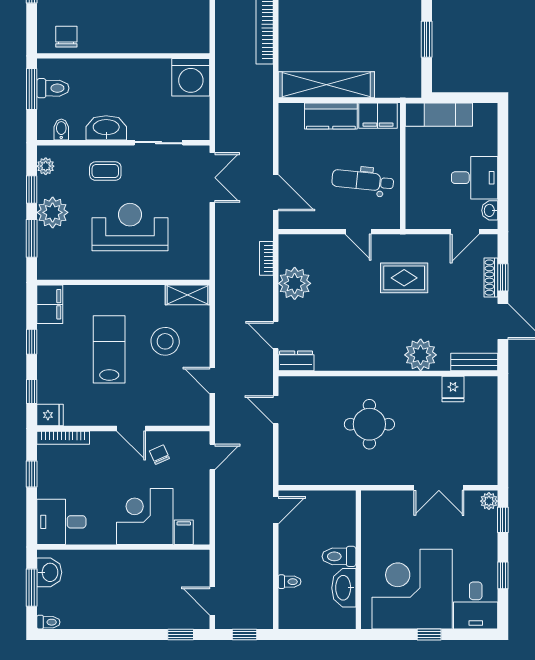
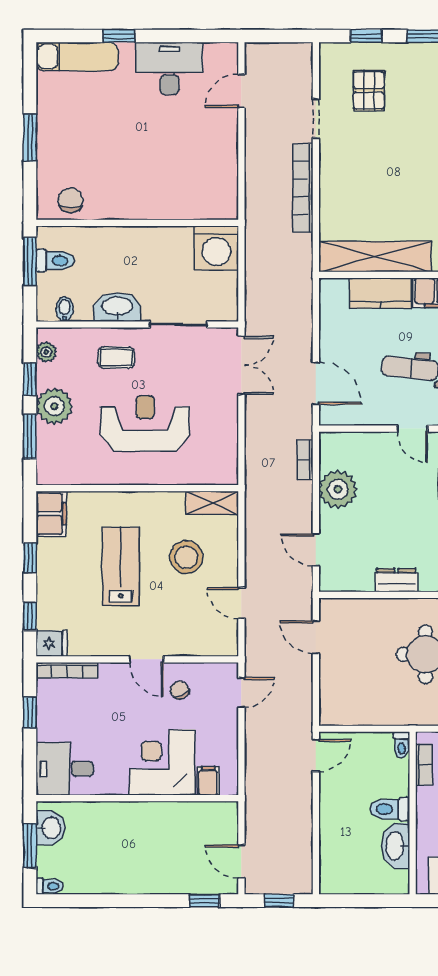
dresser: (296, 361) -> (396, 580), moved
bookcase: (368, 518) -> (424, 765), added
toilet: (290, 582) -> (402, 745), moved, turned 90

